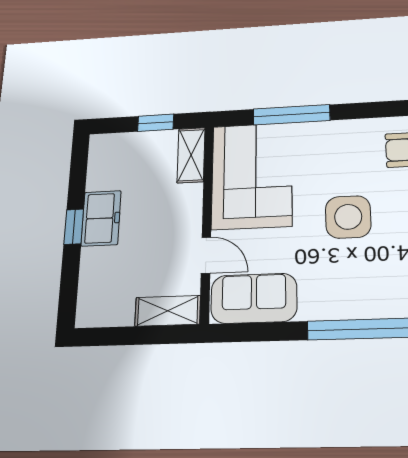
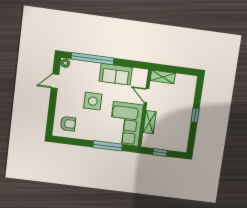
shelving: (191, 155) -> (150, 122), moved
freezer: (101, 218) -> (184, 117), removed
sofa: (254, 298) -> (116, 74), moved

